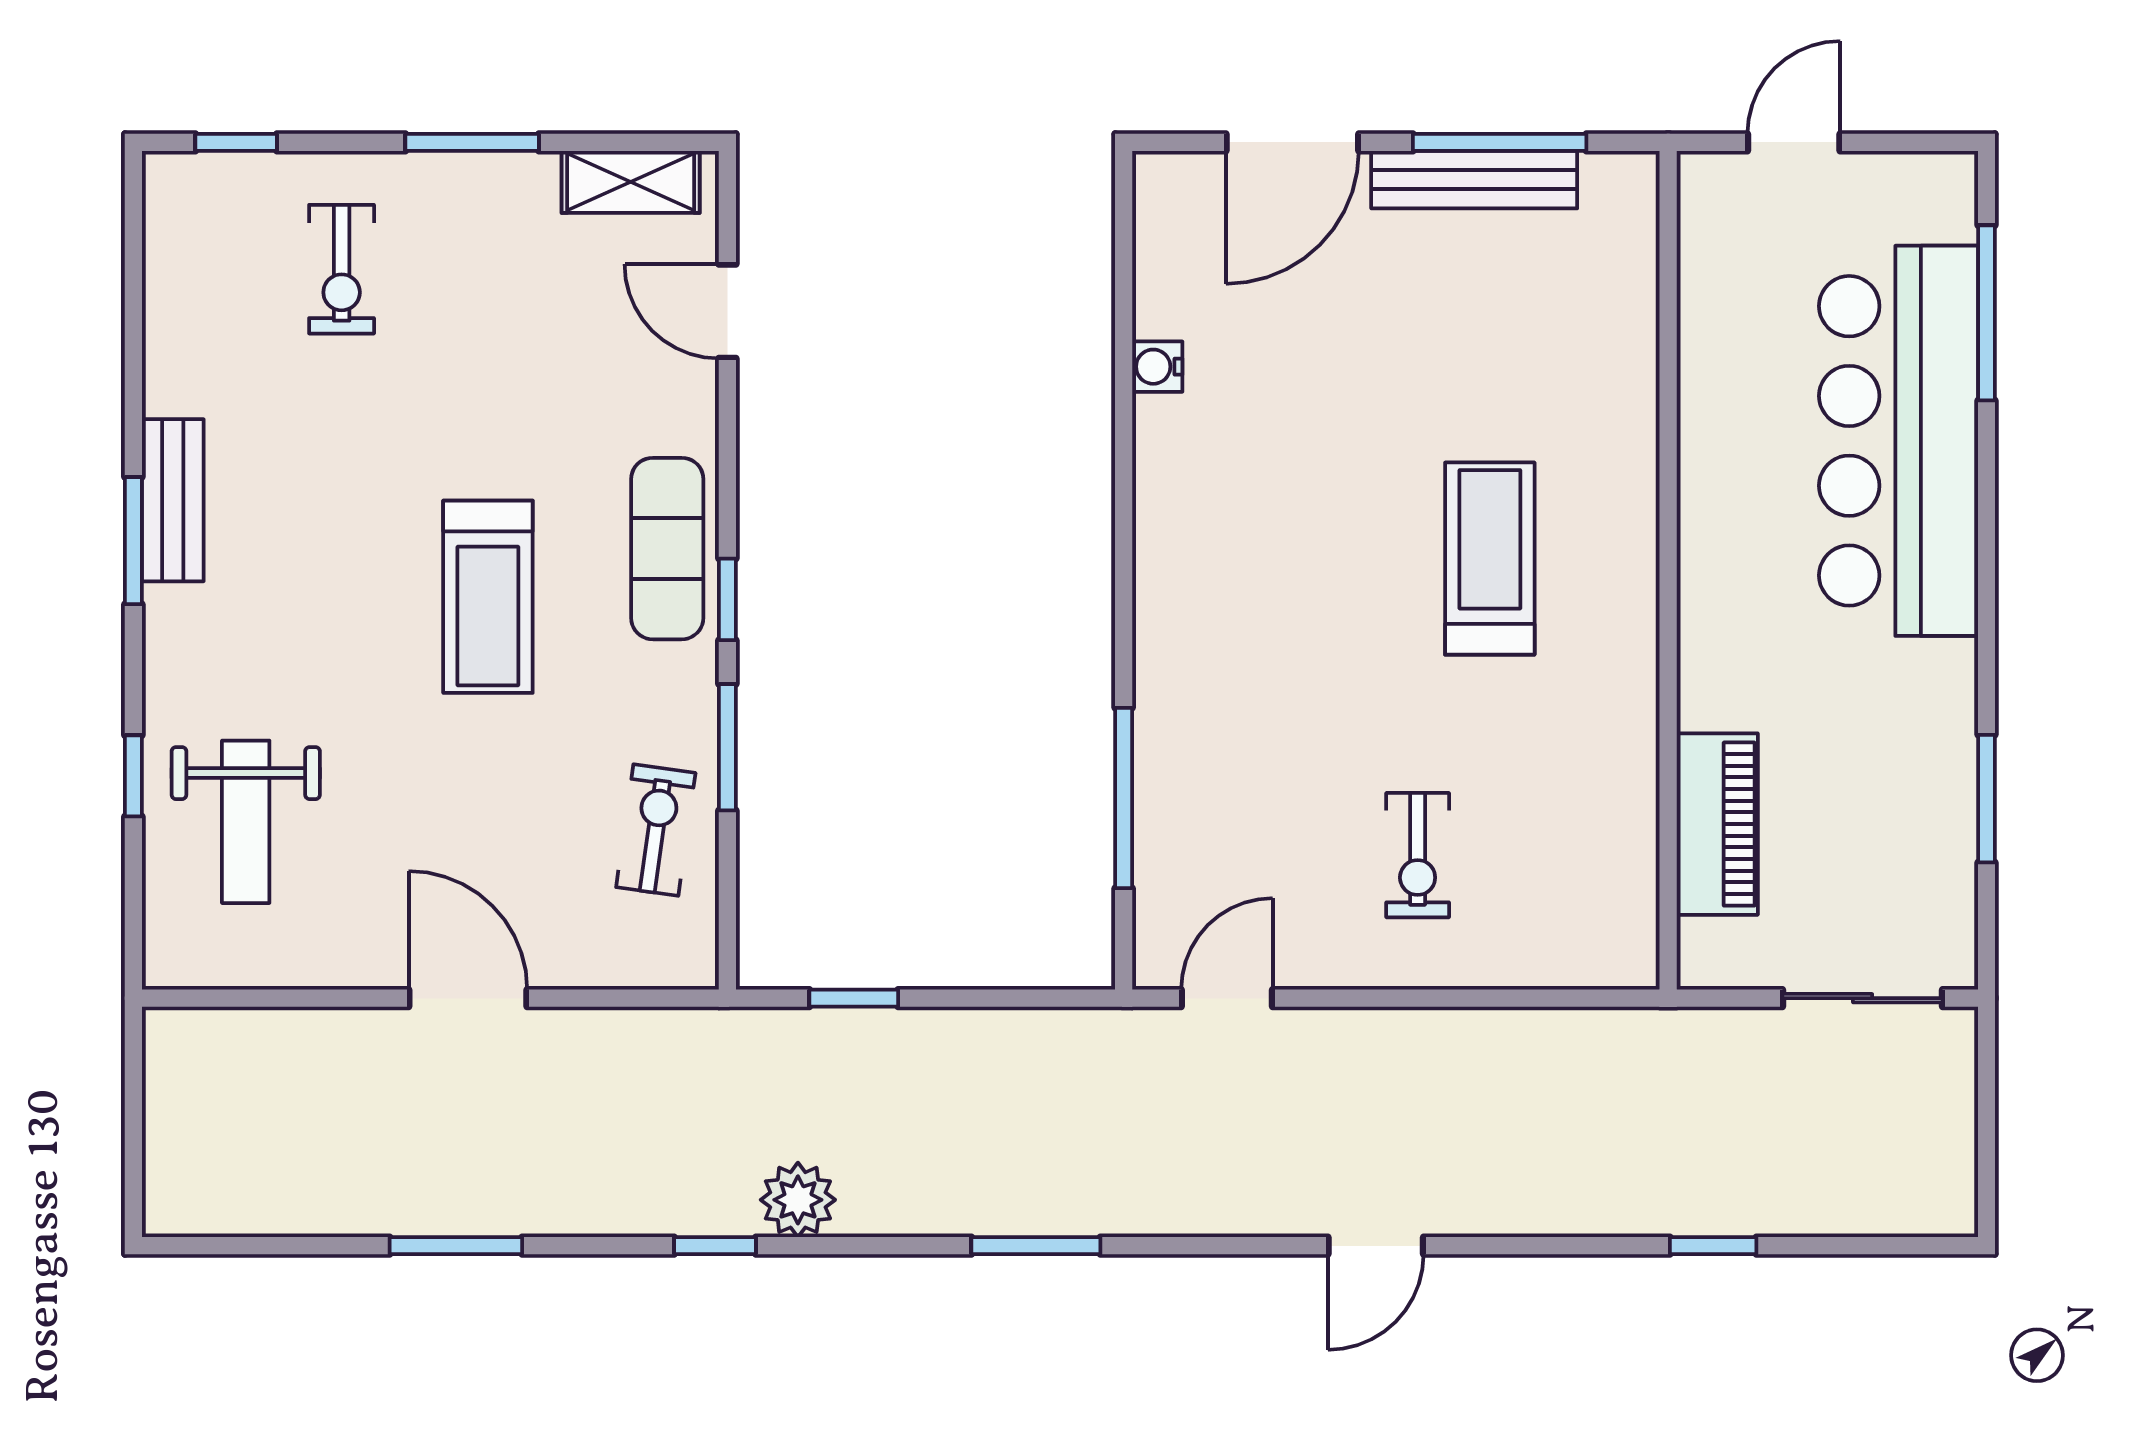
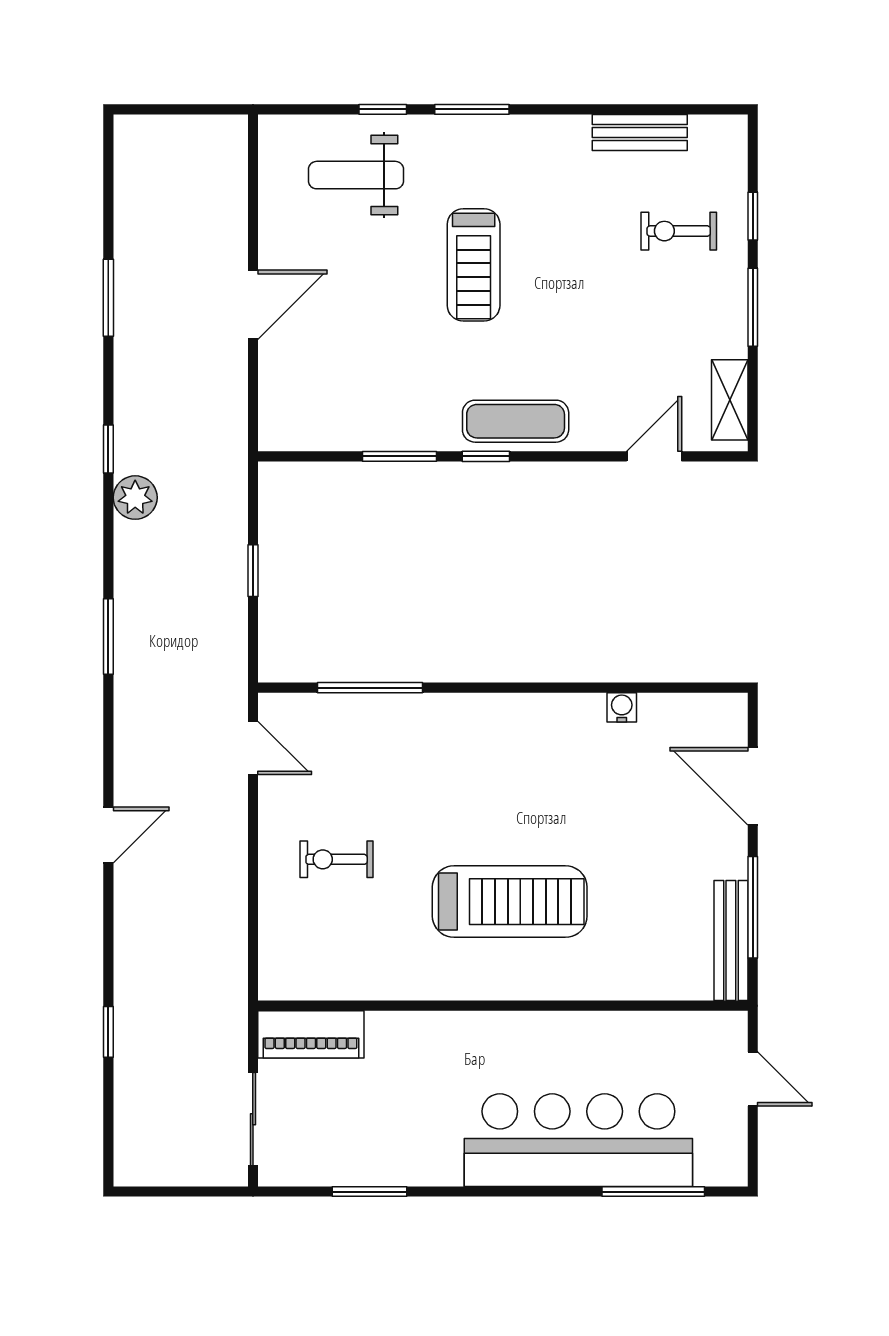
window: (236, 142) -> (753, 216), moved
bench: (1474, 180) -> (731, 941), moved
bench: (173, 500) -> (640, 132), moved
window: (133, 541) -> (472, 109), moved
treadmill: (1490, 559) -> (510, 902), width x1.37, depth x1.38
treadmill: (488, 597) -> (474, 265), moved, turned -90
piano: (1717, 824) -> (311, 1034), moved
exercise bike: (656, 830) -> (351, 415), removed
window: (854, 998) -> (253, 571), moved
door: (1376, 1246) -> (108, 835), swing flipped

